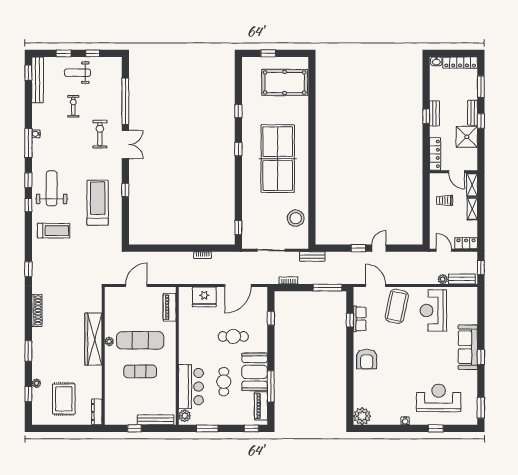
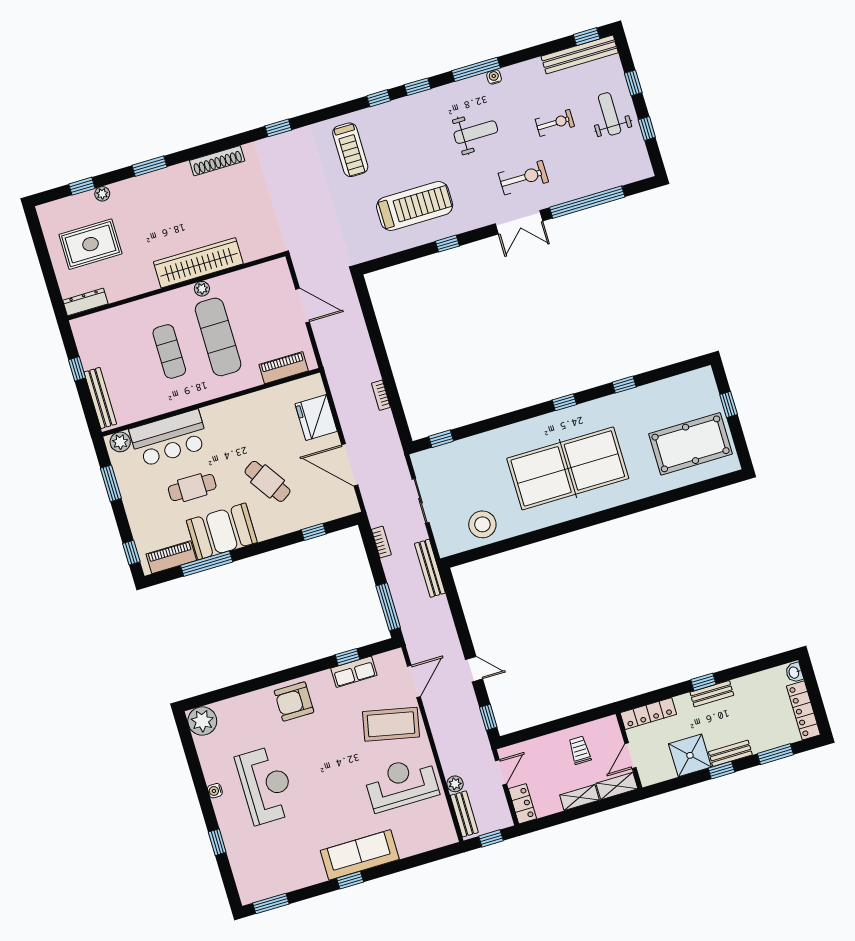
pool table: (285, 82) -> (691, 444), turned 90
weight bench: (52, 188) -> (476, 132), moved, width x0.73, depth x0.75
window: (358, 248) -> (488, 717), moved
bench: (312, 257) -> (430, 568), width x1.36
cafe table: (233, 336) -> (267, 481), turned -34
reception desk: (439, 398) -> (266, 785), moved

